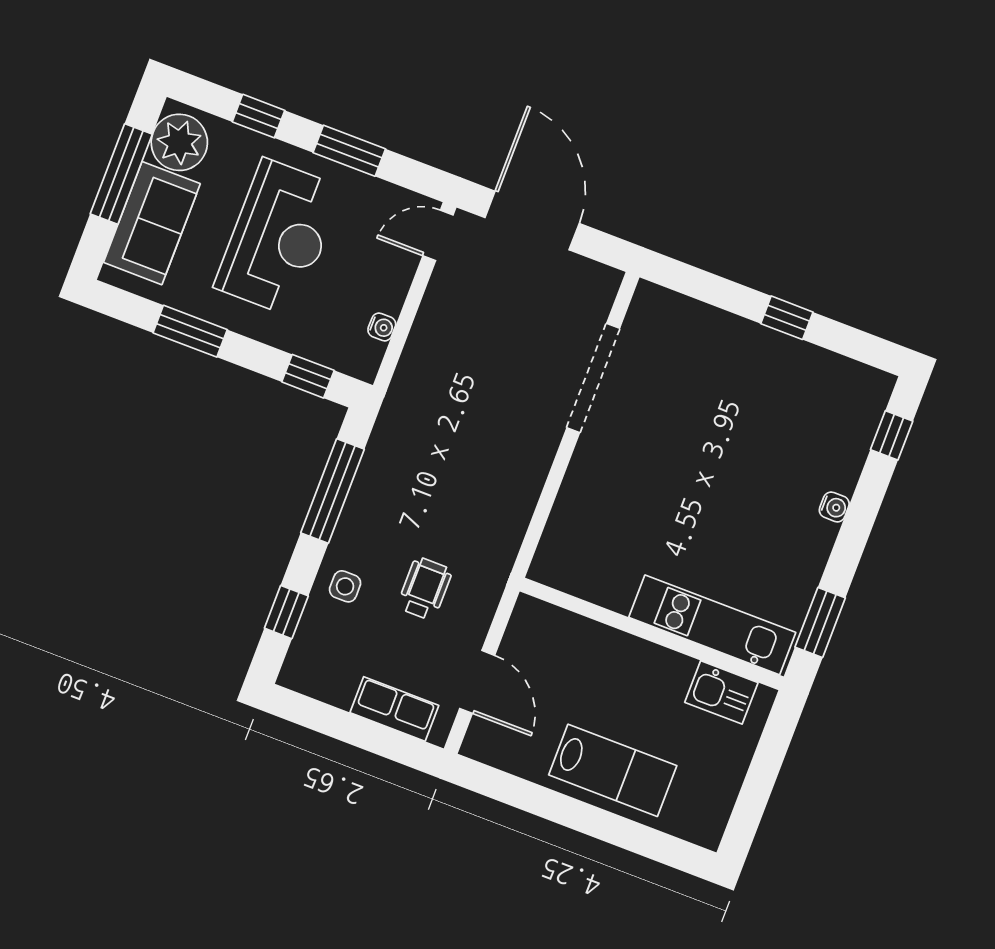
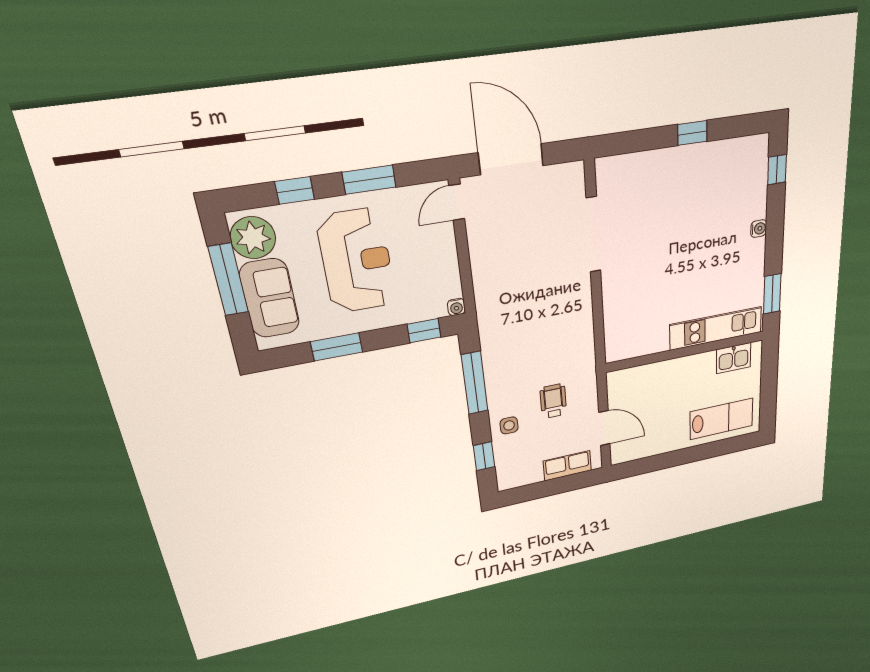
water cooler: (382, 327) -> (456, 307), moved, turned 90
lab bench: (613, 770) -> (722, 419), moved

